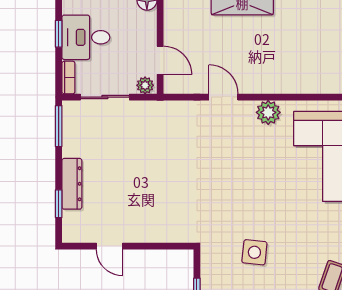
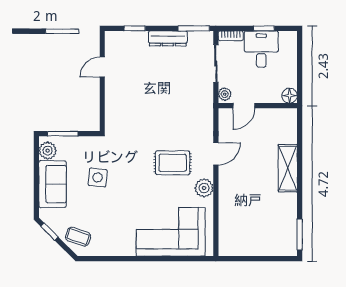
rug: (235, 154) -> (173, 163), added
dresser: (72, 184) -> (168, 38), moved

